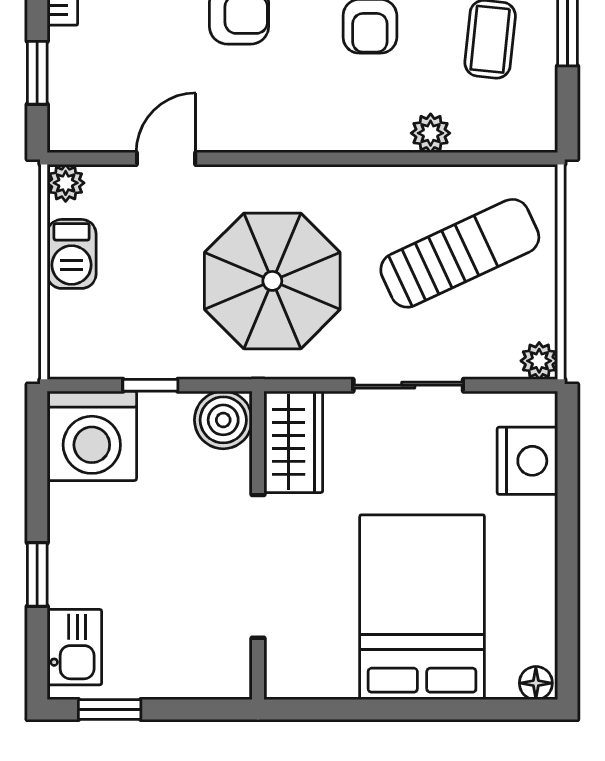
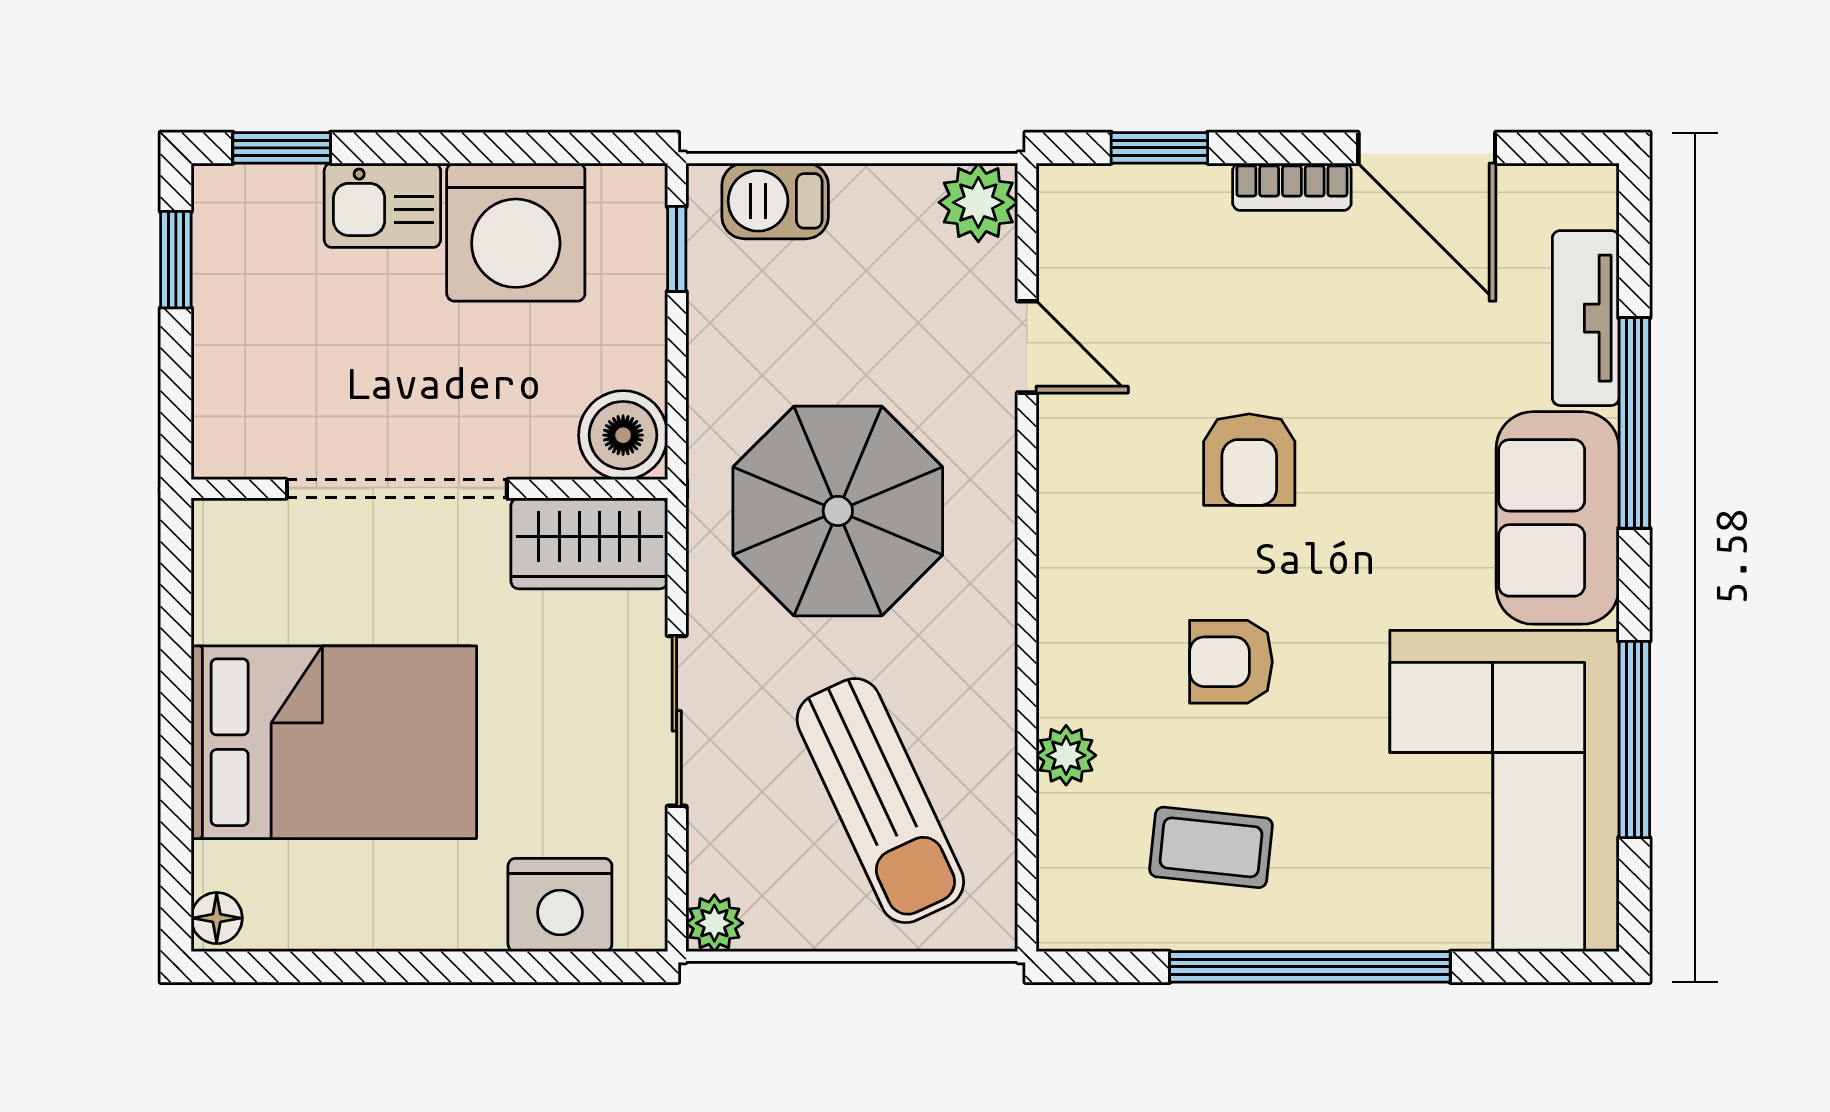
plant: (66, 183) -> (978, 202), width x1.38, depth x1.38
barbecue: (72, 254) -> (775, 201), moved
window: (150, 385) -> (677, 249), moved
washing machine: (92, 436) -> (516, 232), moved, turned -90
window: (37, 575) -> (282, 148), moved
kitchen sink: (74, 647) -> (382, 205), moved

